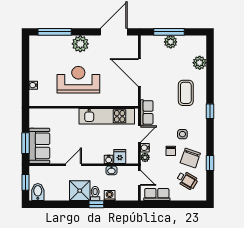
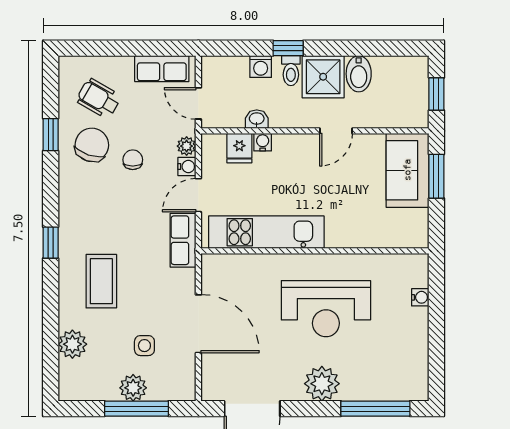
side table: (182, 134) -> (144, 346), moved
bidet: (38, 192) -> (359, 74), moved

